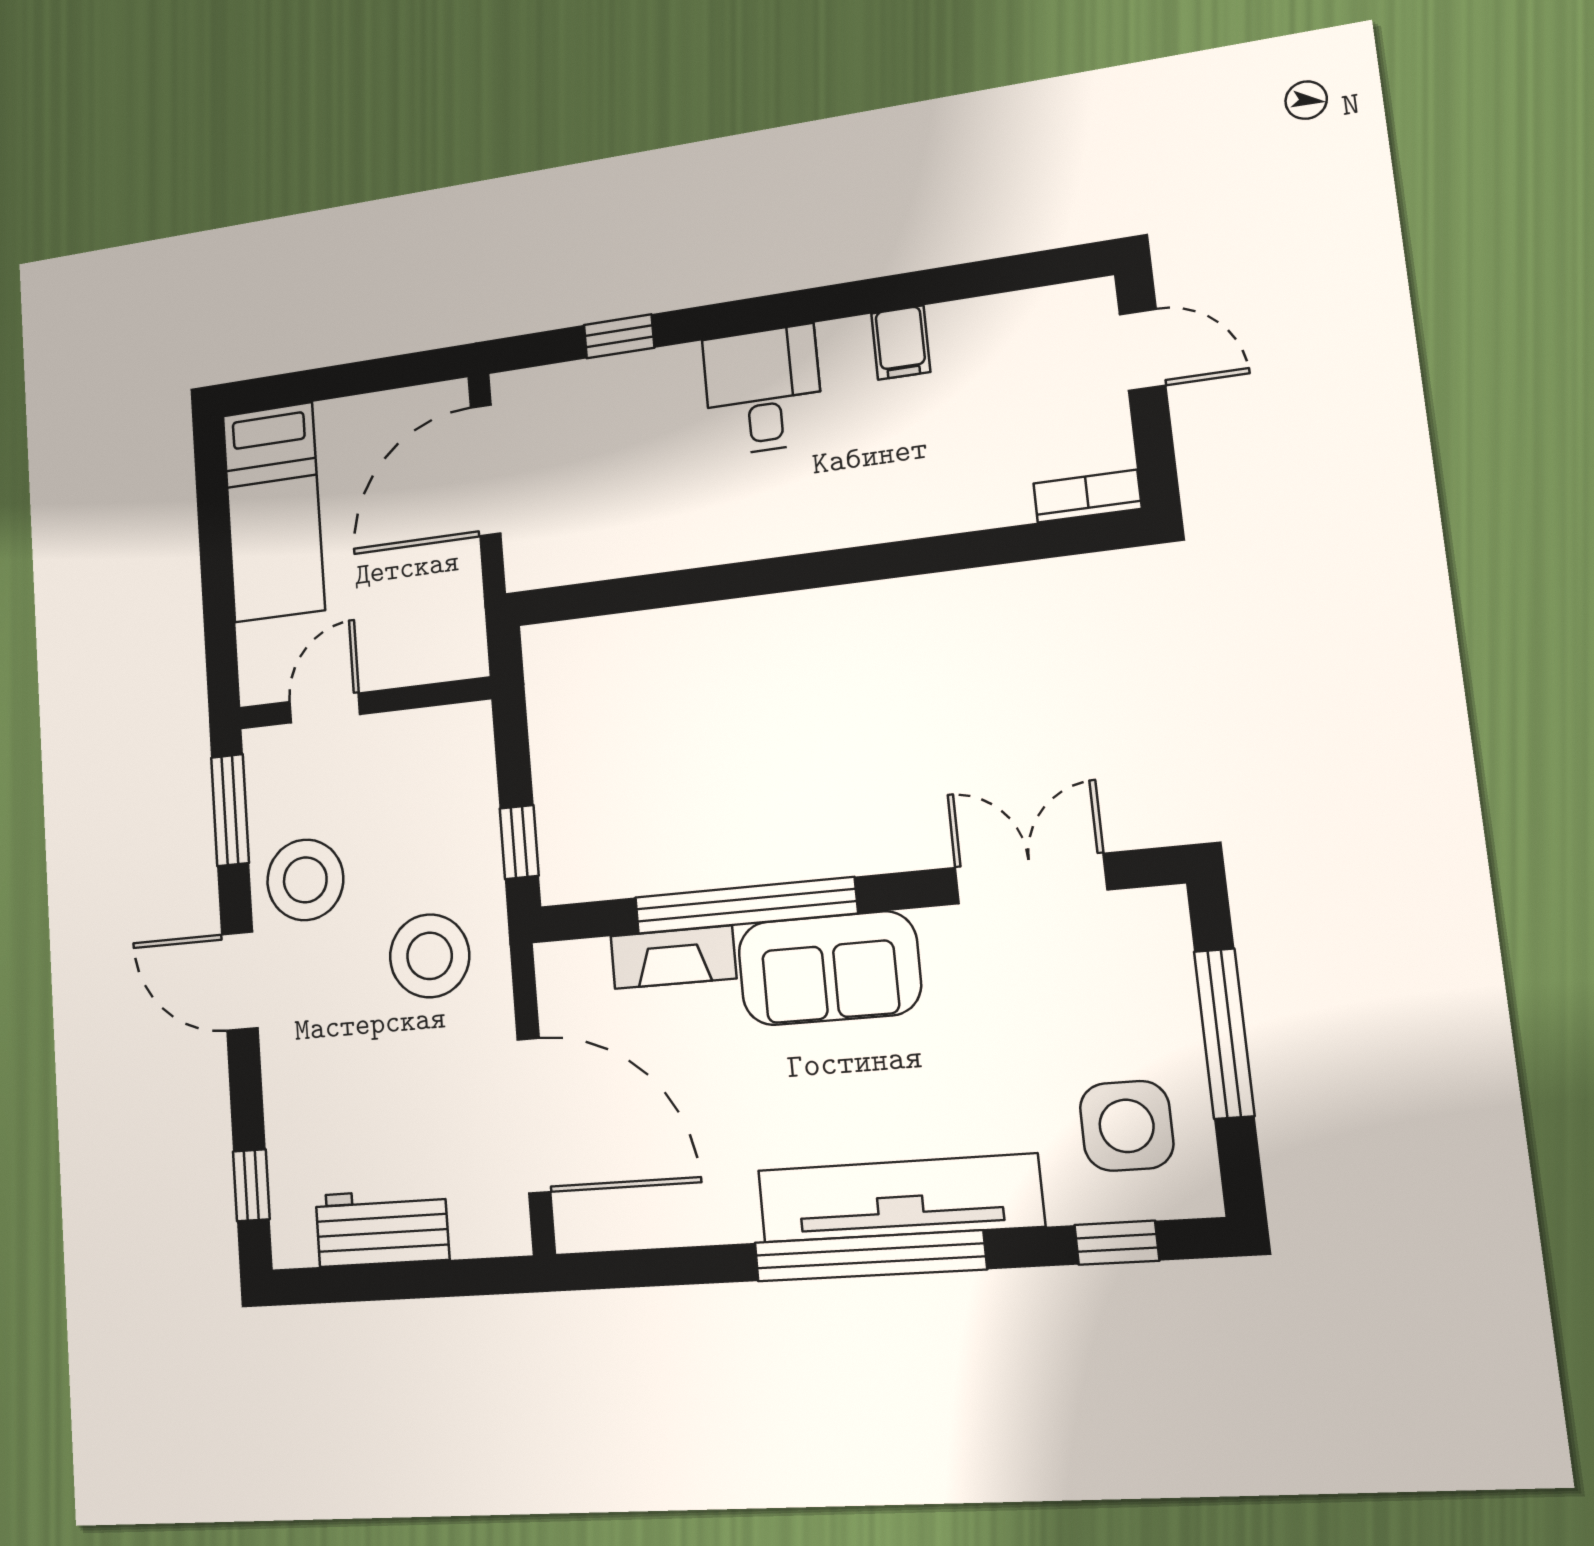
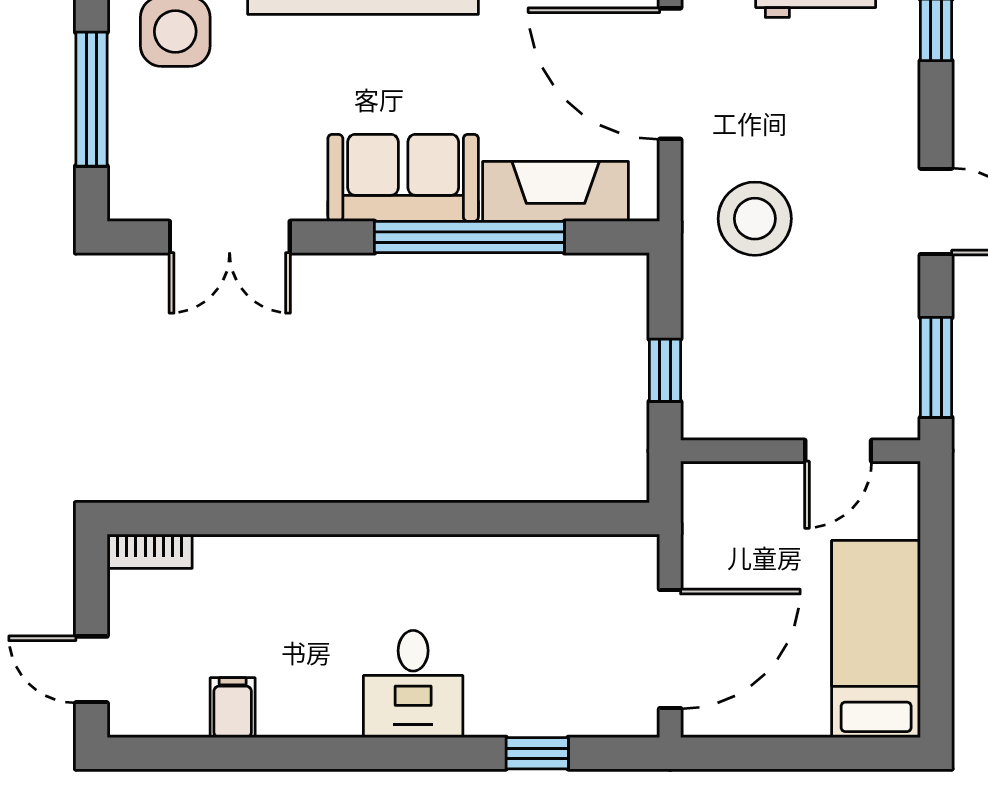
filing cabinet: (901, 343) -> (233, 708), moved
window: (519, 842) -> (665, 370), moved
stool: (305, 880) -> (867, 297), removed
fireplace: (673, 957) -> (556, 191), width x1.37, depth x1.32

